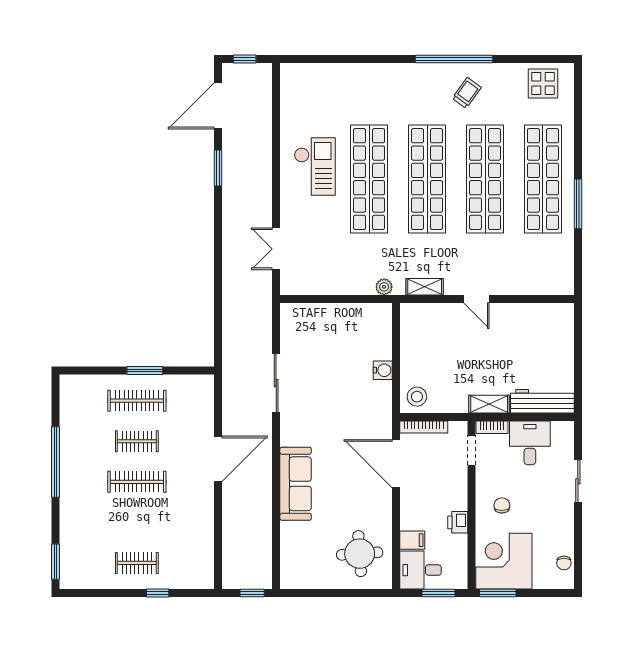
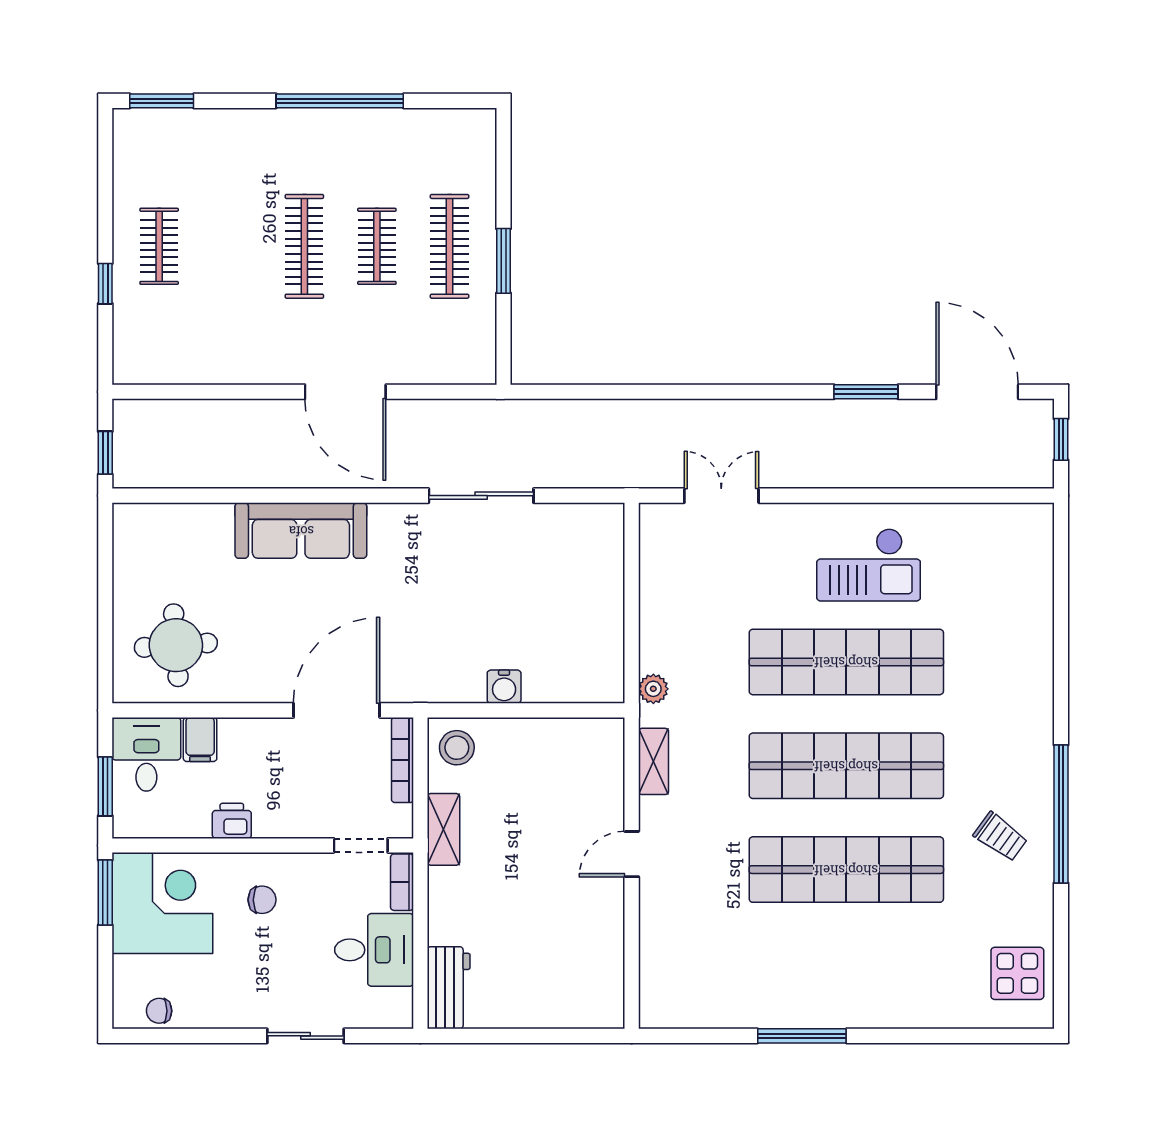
shop shelf: (543, 179) -> (846, 973), removed
workbench: (542, 401) -> (449, 988), width x0.73
shelving: (489, 404) -> (443, 829), moved

